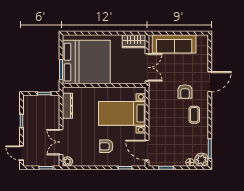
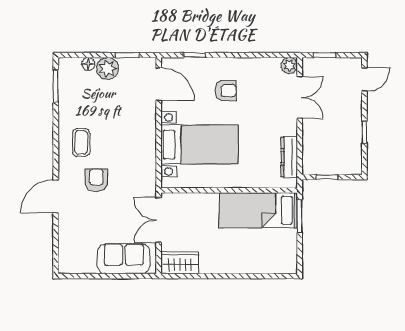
sofa: (174, 44) -> (124, 259), width x0.73
bed: (86, 62) -> (258, 210), width x0.49
door: (22, 153) -> (364, 79), hinge flipped
plant: (202, 160) -> (107, 69), moved

